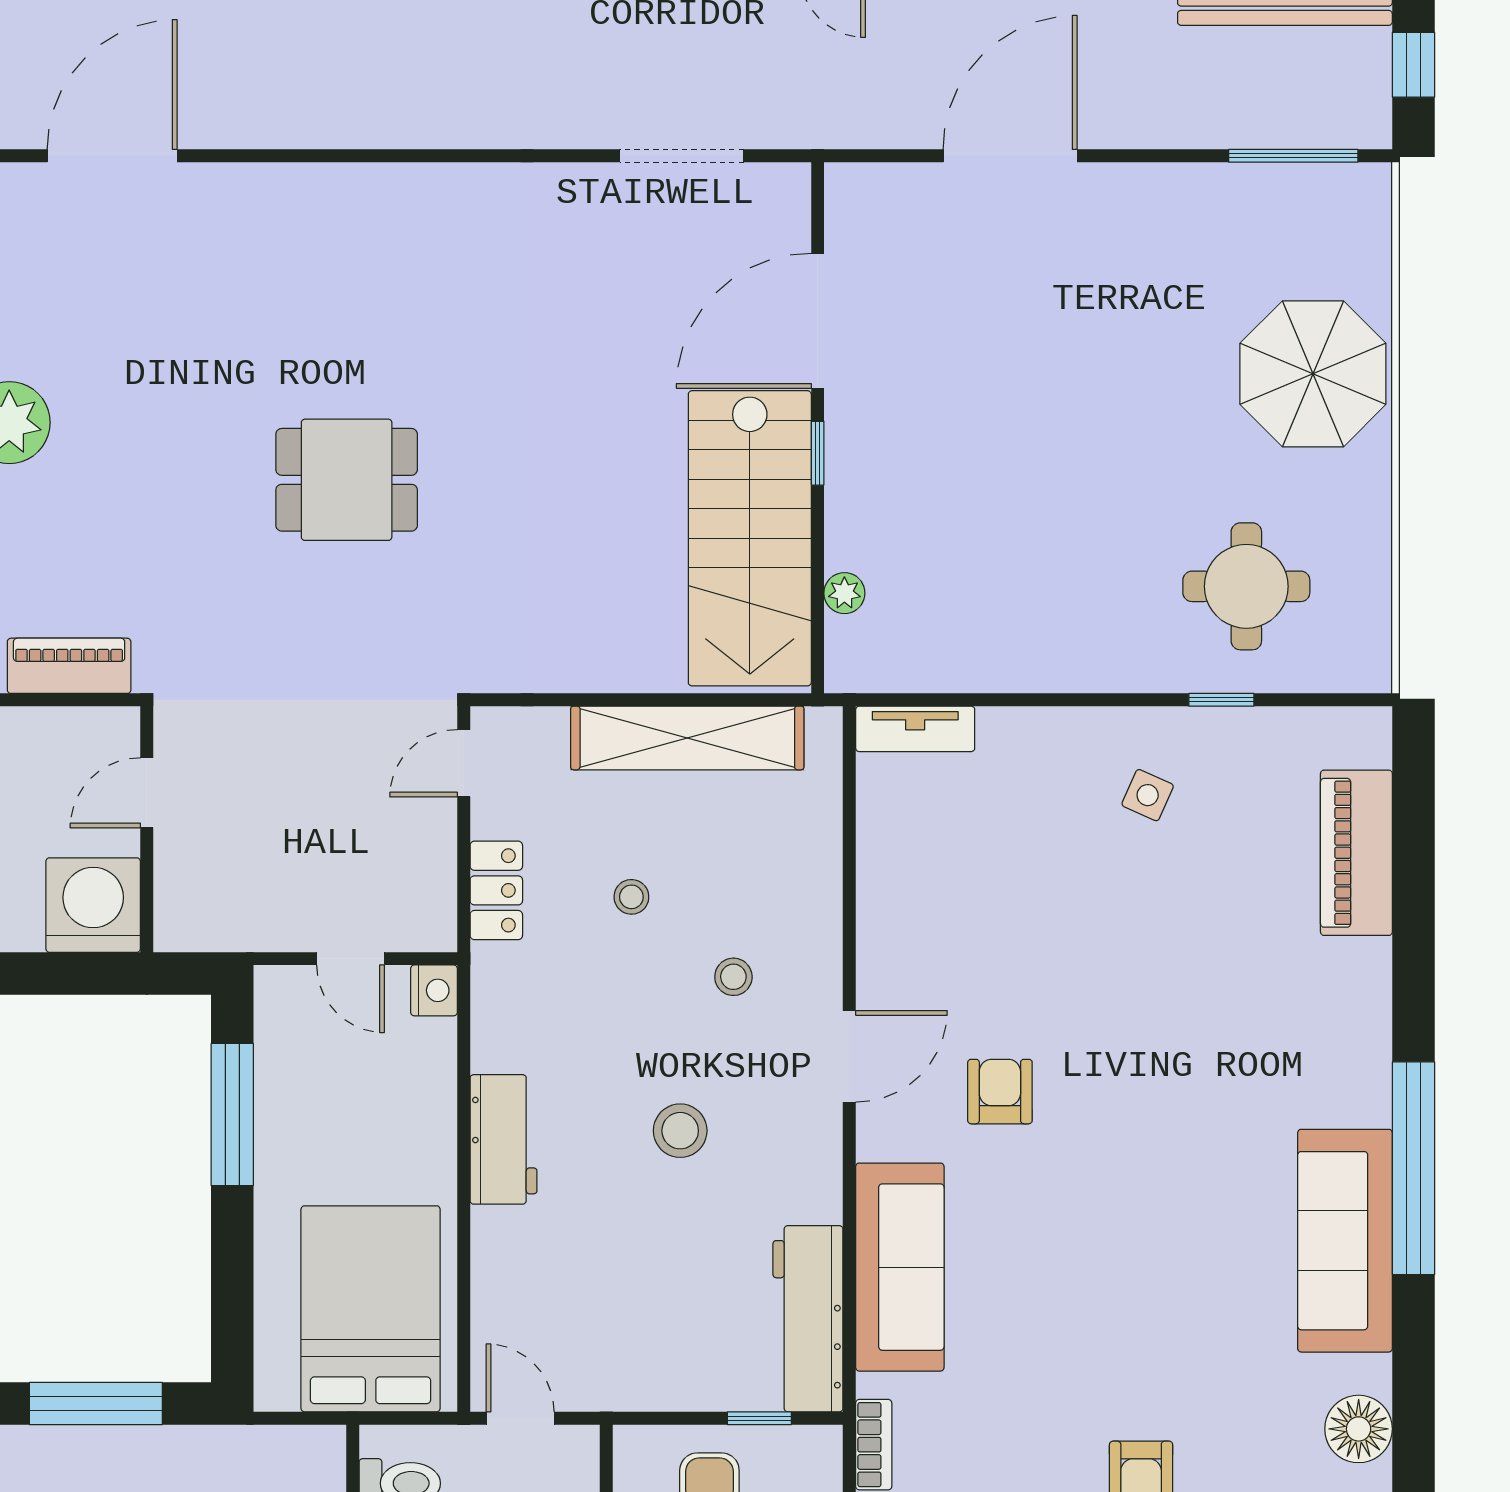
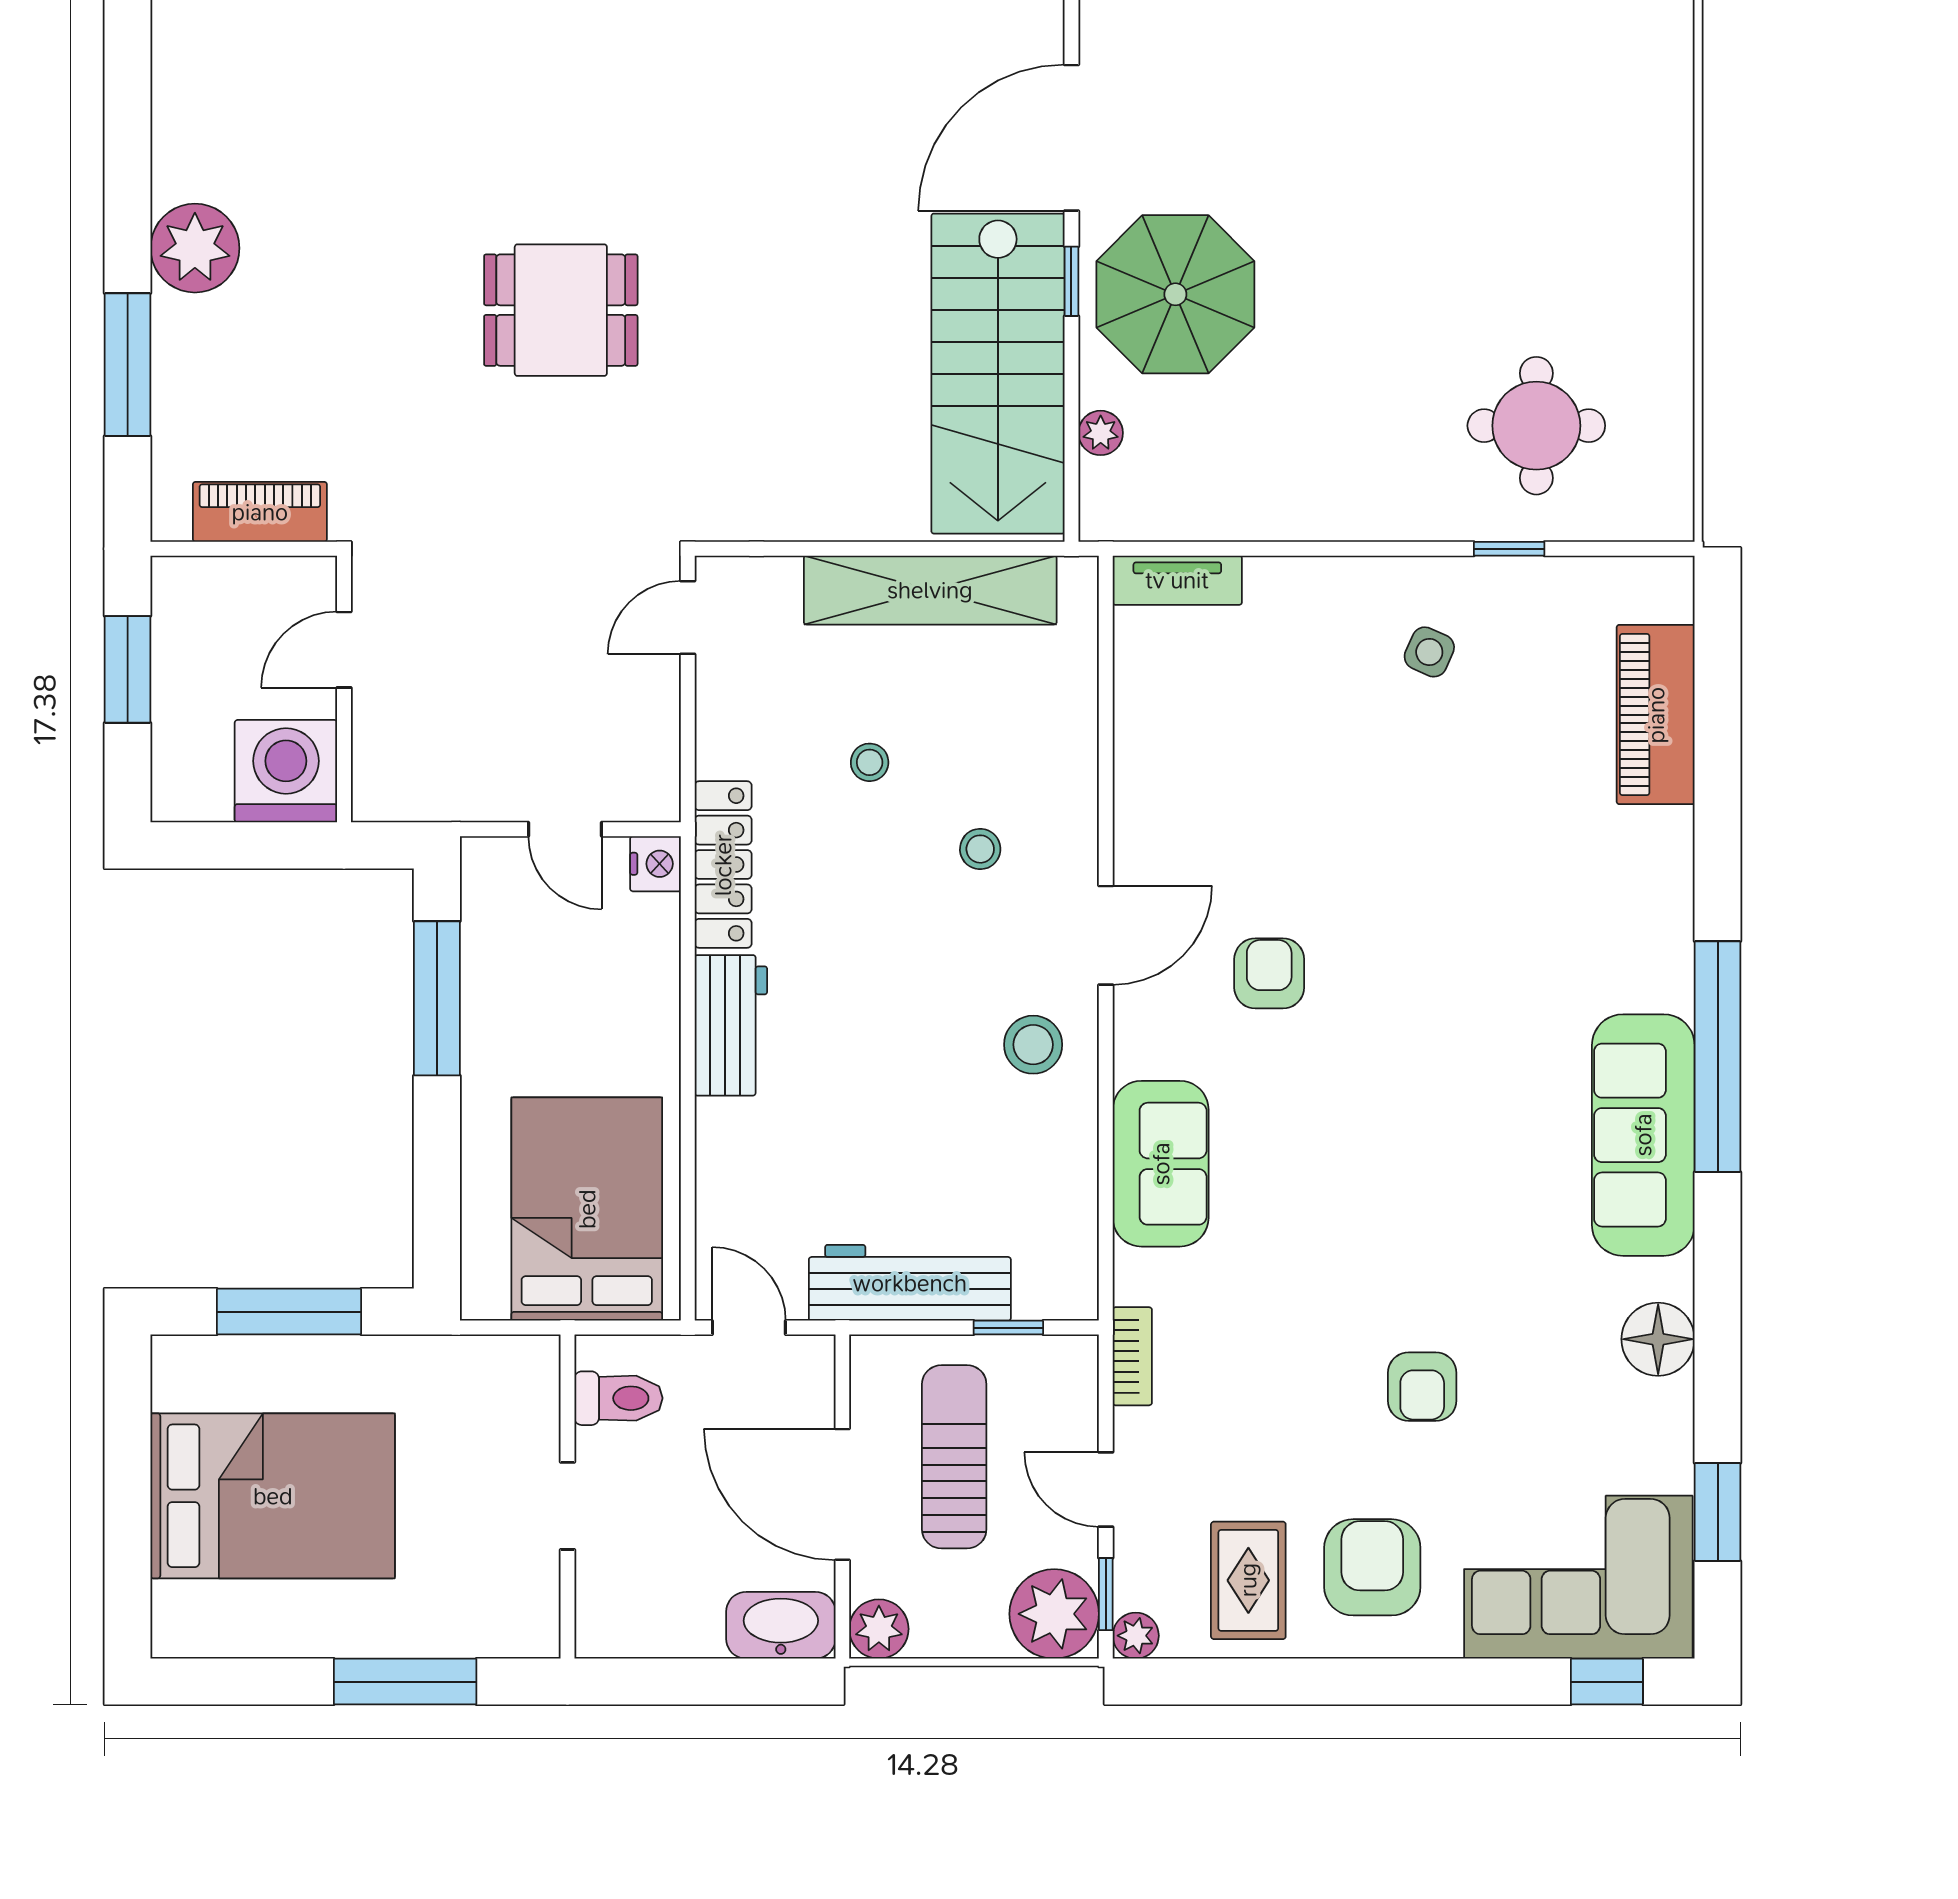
parasol: (1313, 374) -> (1175, 294), moved
locker: (496, 890) -> (723, 865), moved, width x1.53
stool: (680, 1131) -> (1033, 1045), moved
sofa: (900, 1267) -> (1161, 1164), width x0.73
workbench: (808, 1319) -> (910, 1283), moved, turned 90

